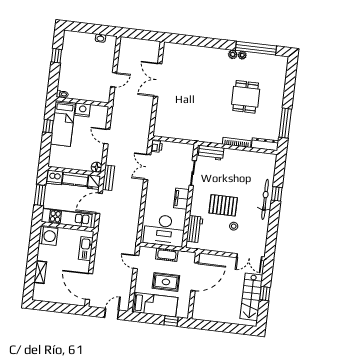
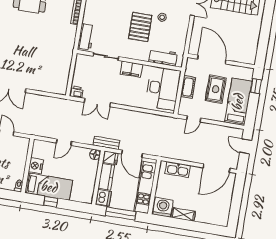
window: (40, 195) -> (121, 214), width x1.44
shelving: (40, 272) -> (183, 214), moved

